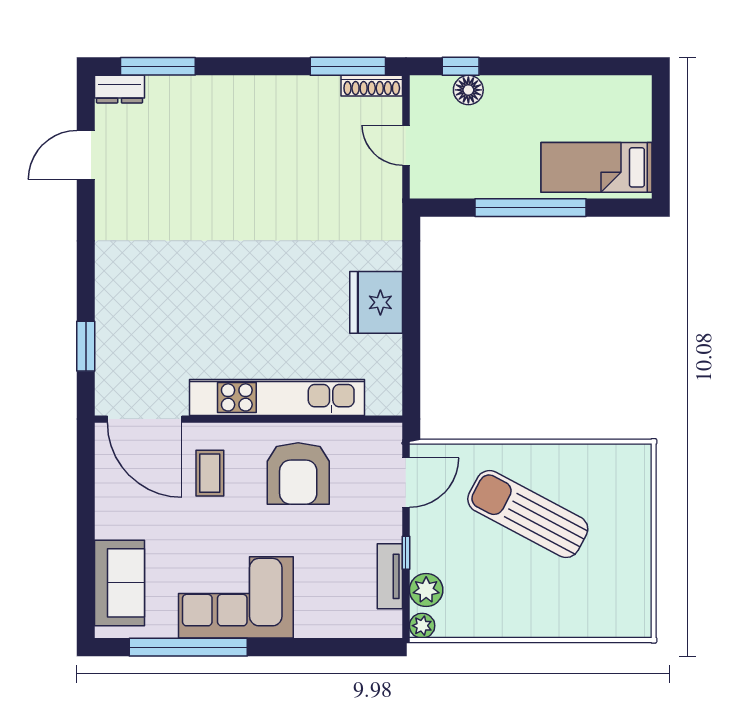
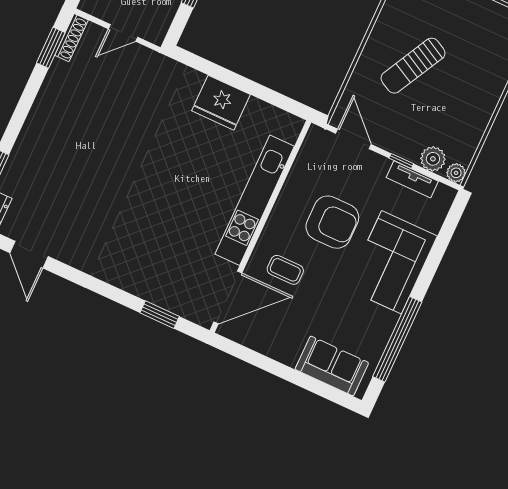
window: (348, 66) -> (51, 48), width x0.69
armchair: (298, 473) -> (332, 222), moved
sun lounger: (528, 514) -> (413, 66), width x0.73, depth x0.75
corner sofa: (236, 597) -> (392, 262), moved

